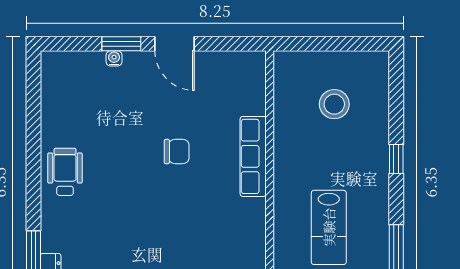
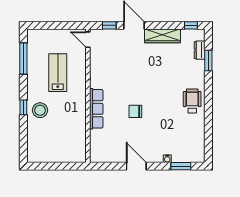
window: (121, 44) -> (181, 166), moved
stool: (334, 104) -> (40, 110), moved
wheelchair: (65, 172) -> (192, 101), turned 180

